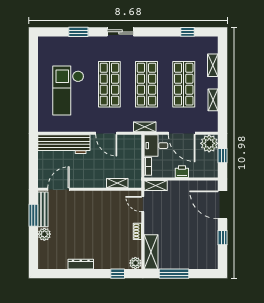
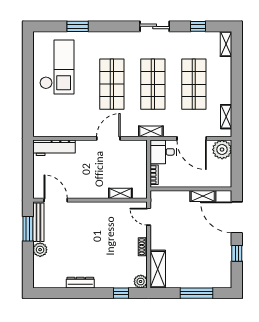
sliding door: (120, 32) -> (155, 26), moved
shelving: (213, 65) -> (226, 44), moved
checkout: (68, 91) -> (57, 67), moved, turned 180
shelving: (213, 100) -> (226, 117), moved
door: (106, 133) -> (108, 138), swing flipped
workbench: (64, 144) -> (54, 148), width x0.73, depth x0.76
window: (223, 156) -> (237, 163), removed
printer: (182, 172) -> (192, 181), removed
shelving: (156, 186) -> (203, 196), moved
door: (58, 189) -> (56, 200), hinge flipped
window: (174, 274) -> (196, 293), moved

